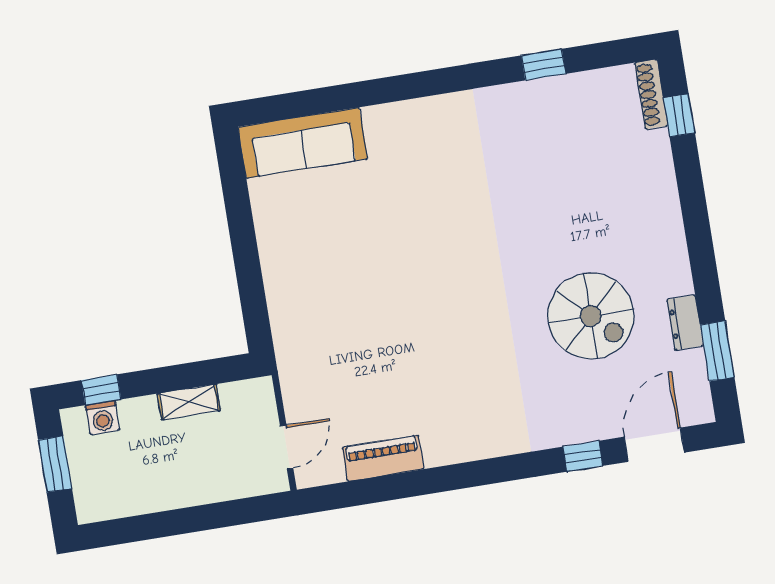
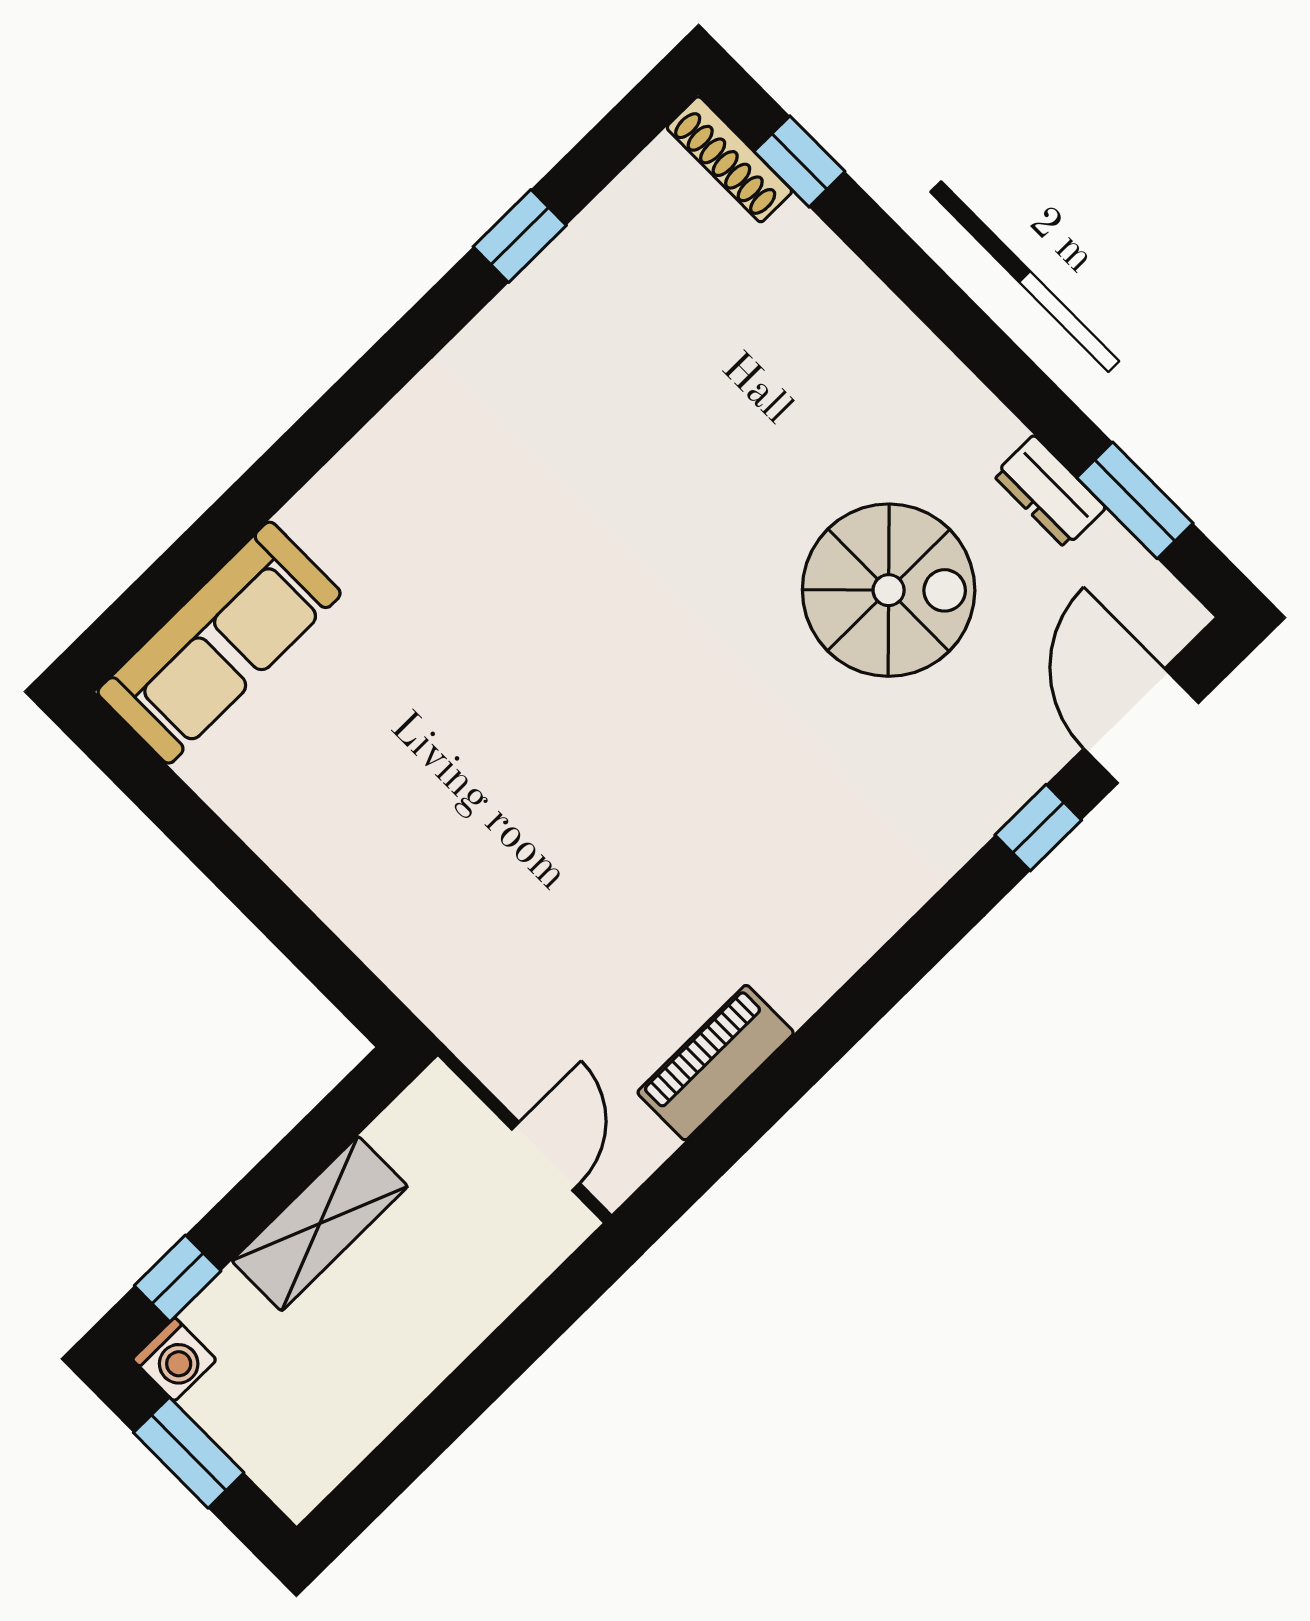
shelving: (189, 402) -> (320, 1224), width x1.50, depth x1.33
washing machine: (103, 418) -> (174, 1359), moved

